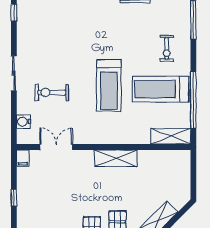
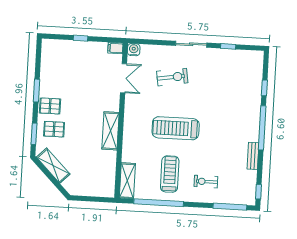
window: (14, 13) -> (228, 46), moved
treadmill: (161, 89) -> (170, 174), width x0.73, depth x0.73
exercise bike: (52, 92) -> (172, 77), turned 81
water cooler: (24, 122) -> (134, 50), moved

